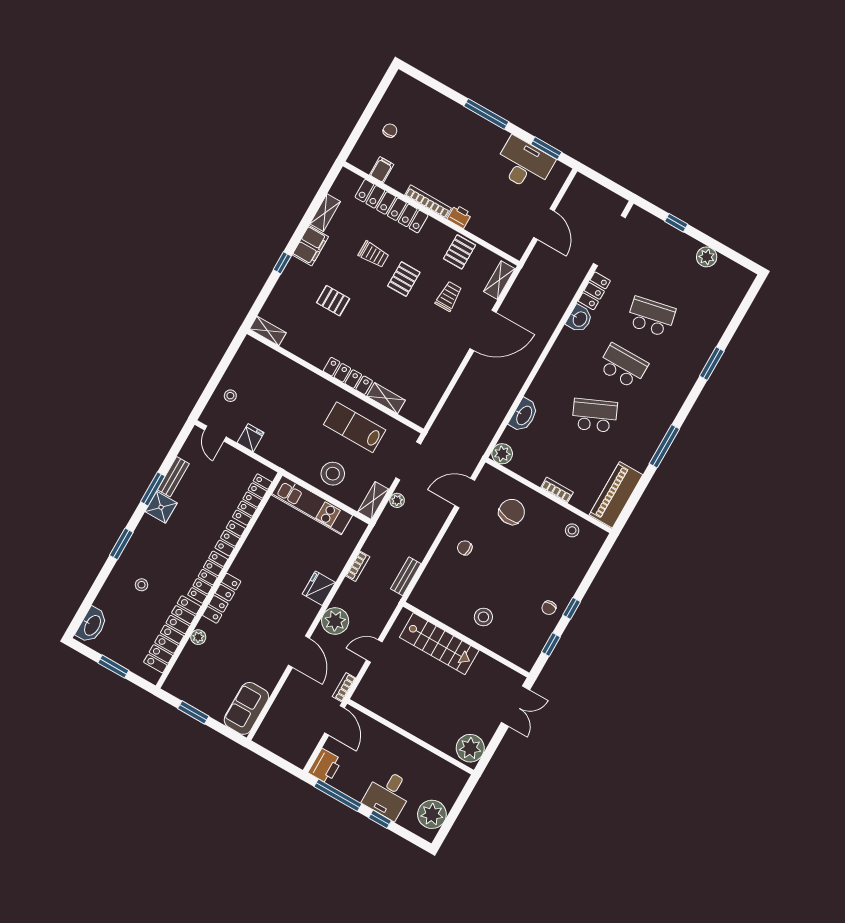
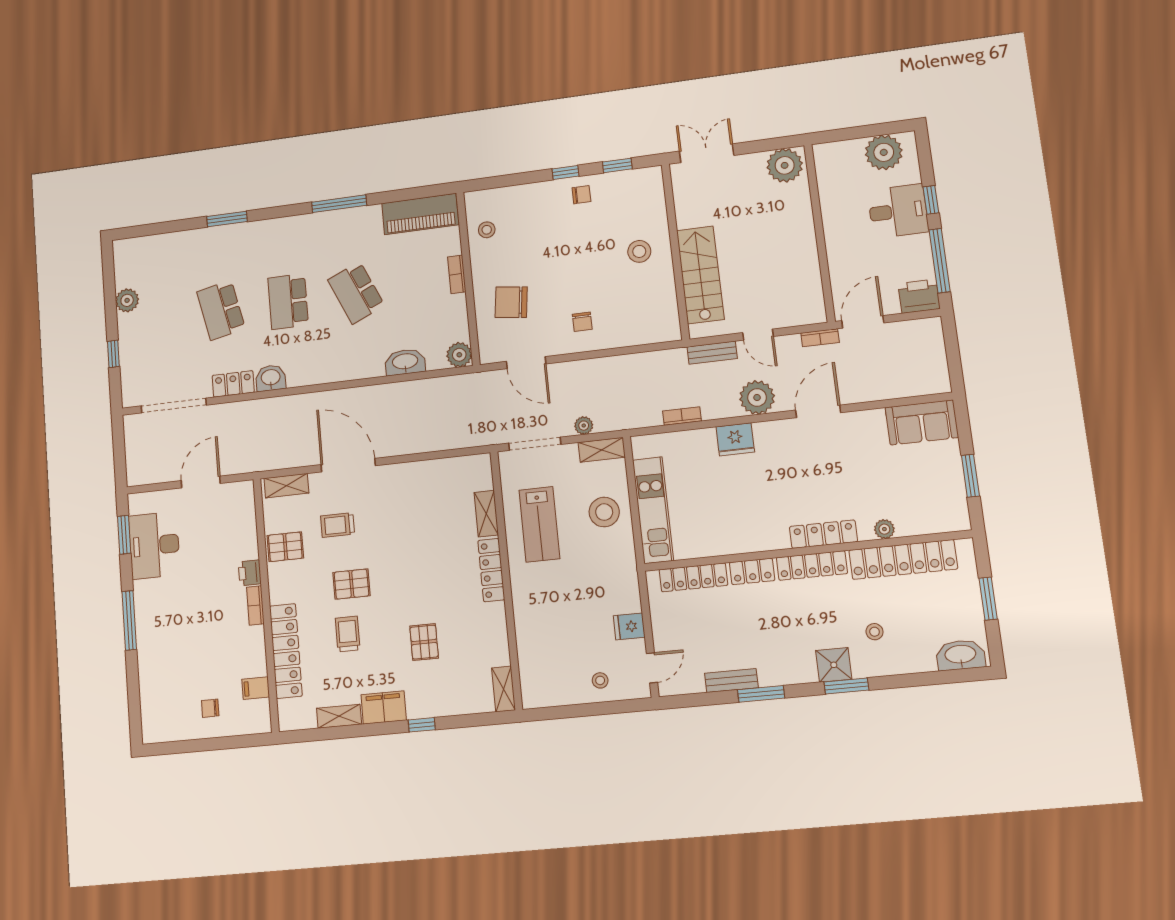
bookcase: (428, 202) -> (255, 605), width x0.64
shower: (161, 507) -> (834, 665), moved
bench: (406, 576) -> (712, 353), moved

